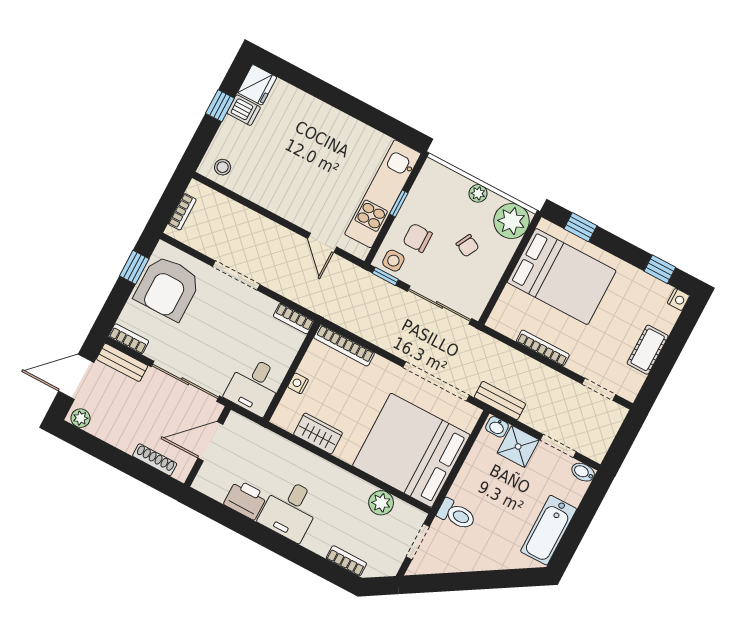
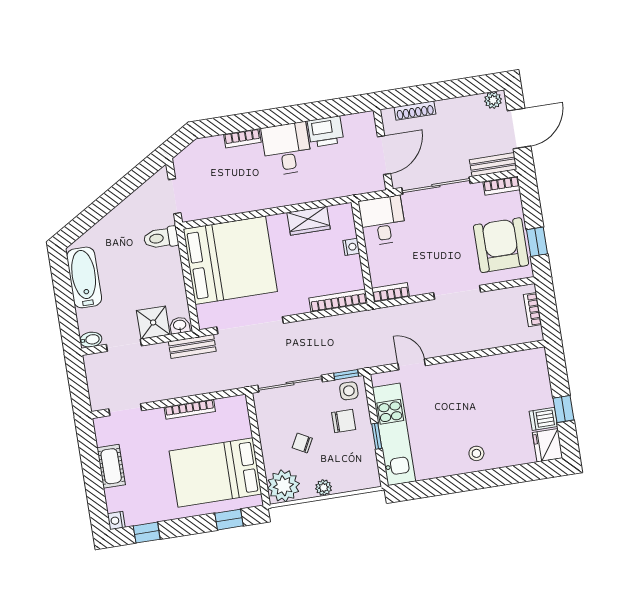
stool: (223, 167) -> (476, 453), moved
plant: (381, 503) -> (223, 205), removed
bookcase: (346, 561) -> (242, 138), moved

